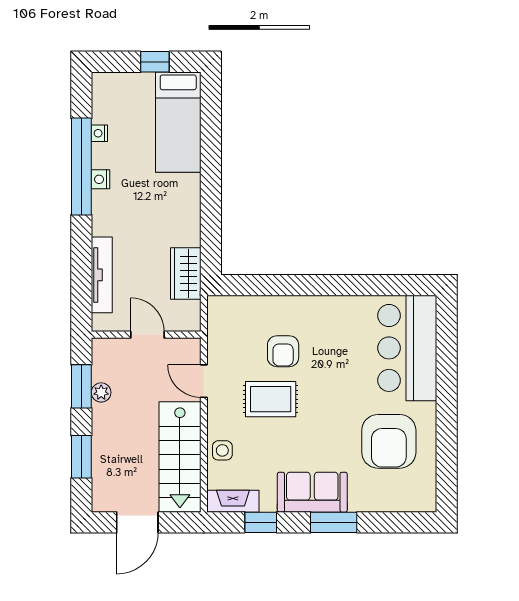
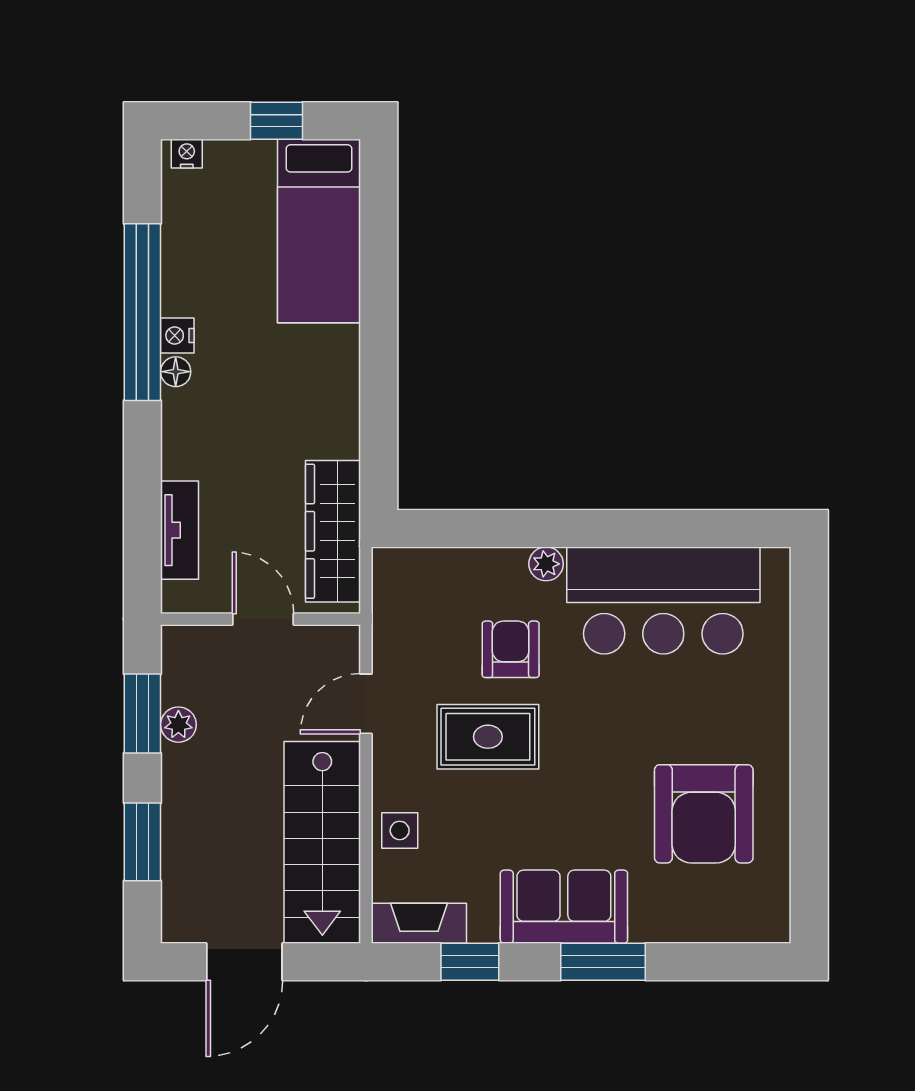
nightstand: (99, 133) -> (187, 154), moved, turned 90
floor lamp: (100, 199) -> (176, 372), added
wardrobe: (186, 274) -> (333, 531), width x1.50
tv unit: (102, 275) -> (179, 530), width x0.71
plant: (302, 304) -> (546, 564), added
bar counter: (407, 348) -> (663, 600), moved, turned -90
armchair: (283, 351) -> (511, 649), turned 180
door: (204, 381) -> (366, 704), hinge flipped

